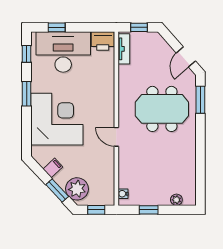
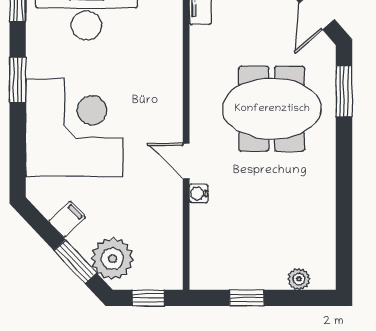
water cooler: (123, 194) -> (199, 193), moved

